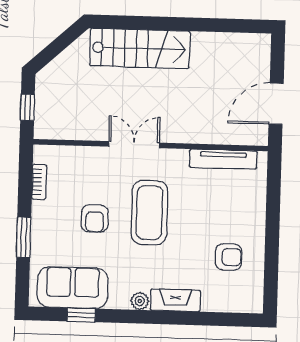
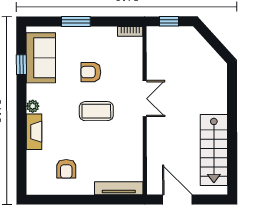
stairs: (140, 48) -> (214, 150), moved
tv unit: (223, 159) -> (119, 188), moved, turned 90
bookcase: (39, 182) -> (130, 31), moved
coffee table: (149, 213) -> (96, 111), width x0.73, depth x0.76

